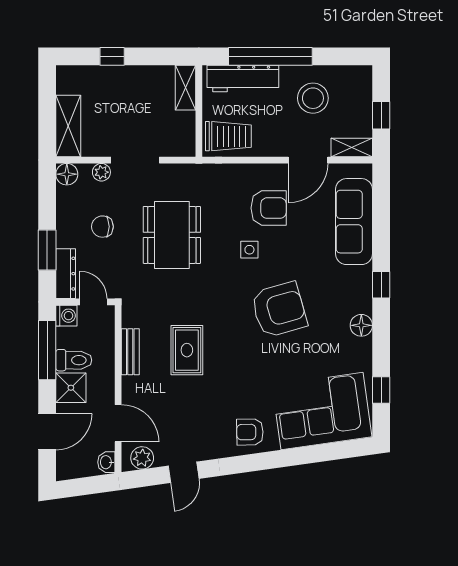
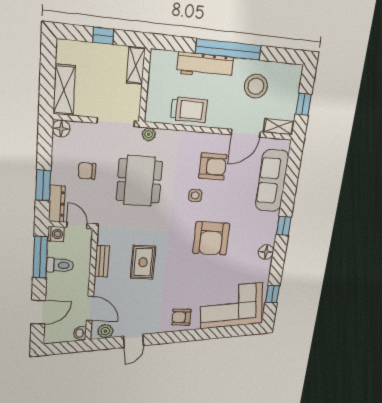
shelving: (185, 88) -> (136, 65), moved
wall: (199, 111) -> (145, 85), moved
plant: (101, 172) -> (149, 134), moved
armchair: (279, 310) -> (211, 238), turned 106
shower: (71, 388) -> (57, 284), removed

